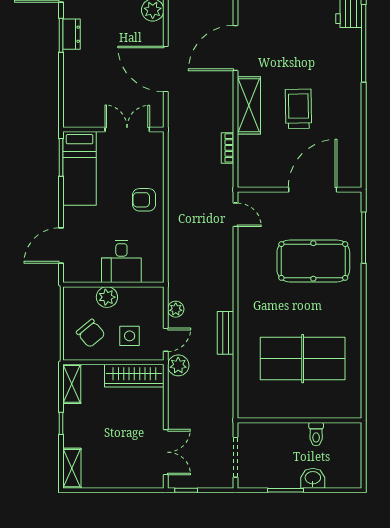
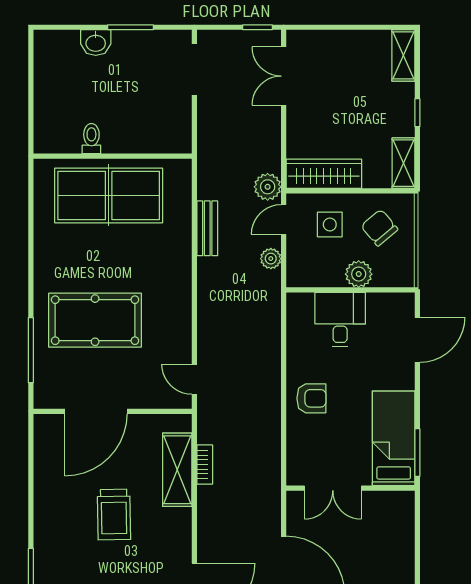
shelving: (249, 105) -> (177, 470), moved
wall: (300, 420) -> (113, 156), moved
toilet: (316, 434) -> (91, 139), moved

